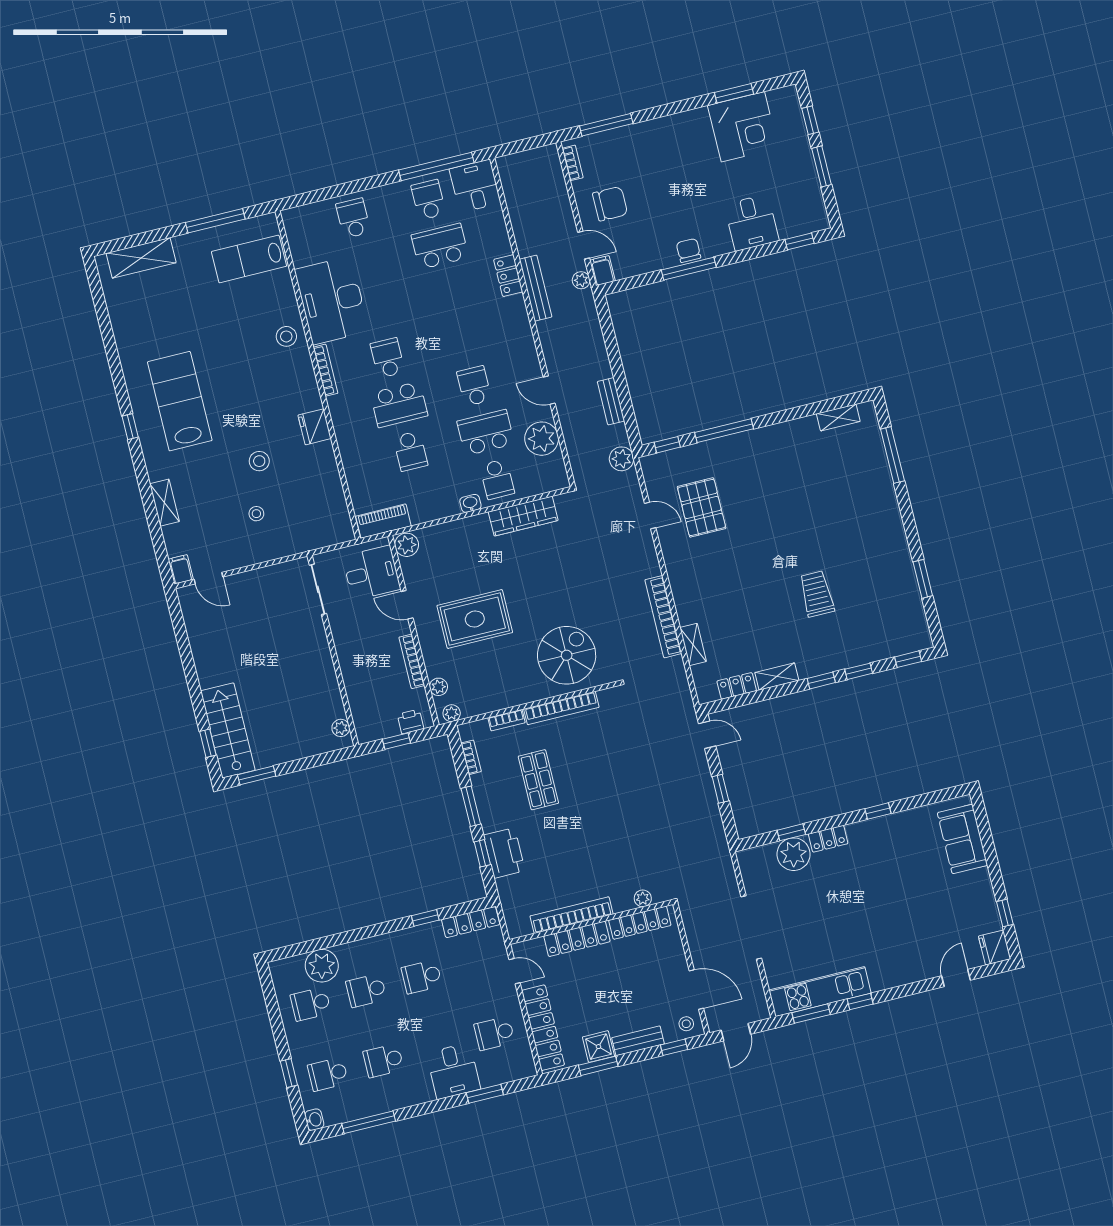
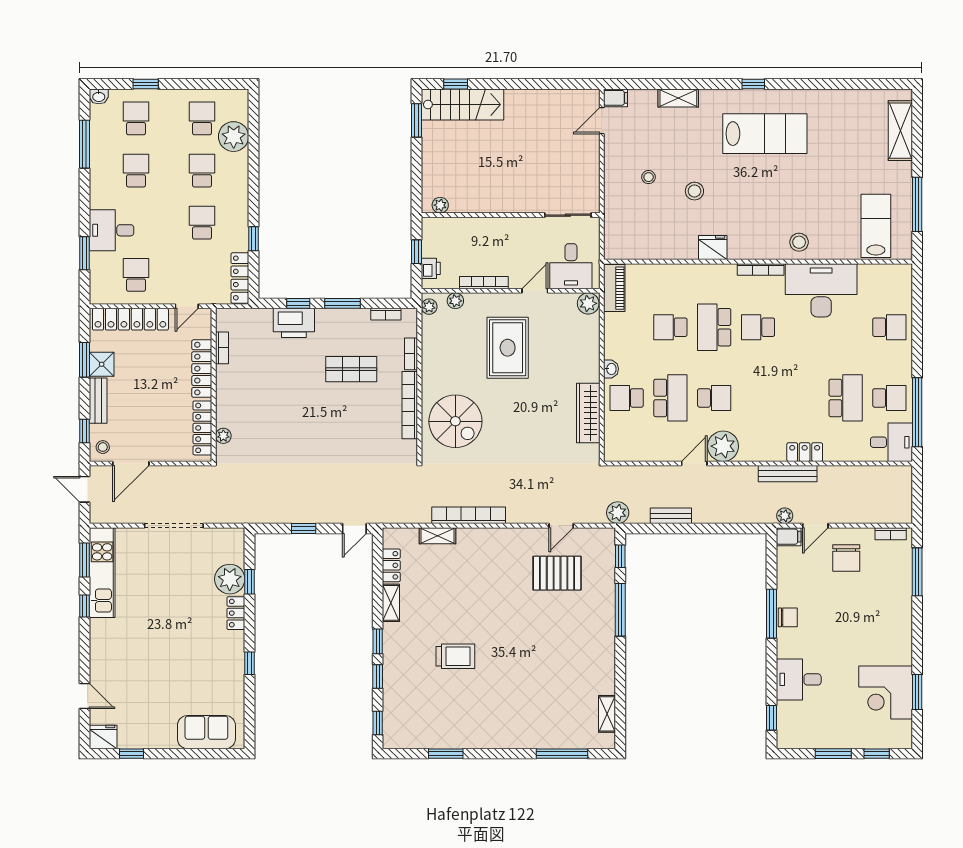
school desk: (388, 358) -> (758, 327), turned 180
plant: (542, 439) -> (723, 446), moved
bookcase: (572, 915) -> (222, 348), width x0.43, depth x0.76

